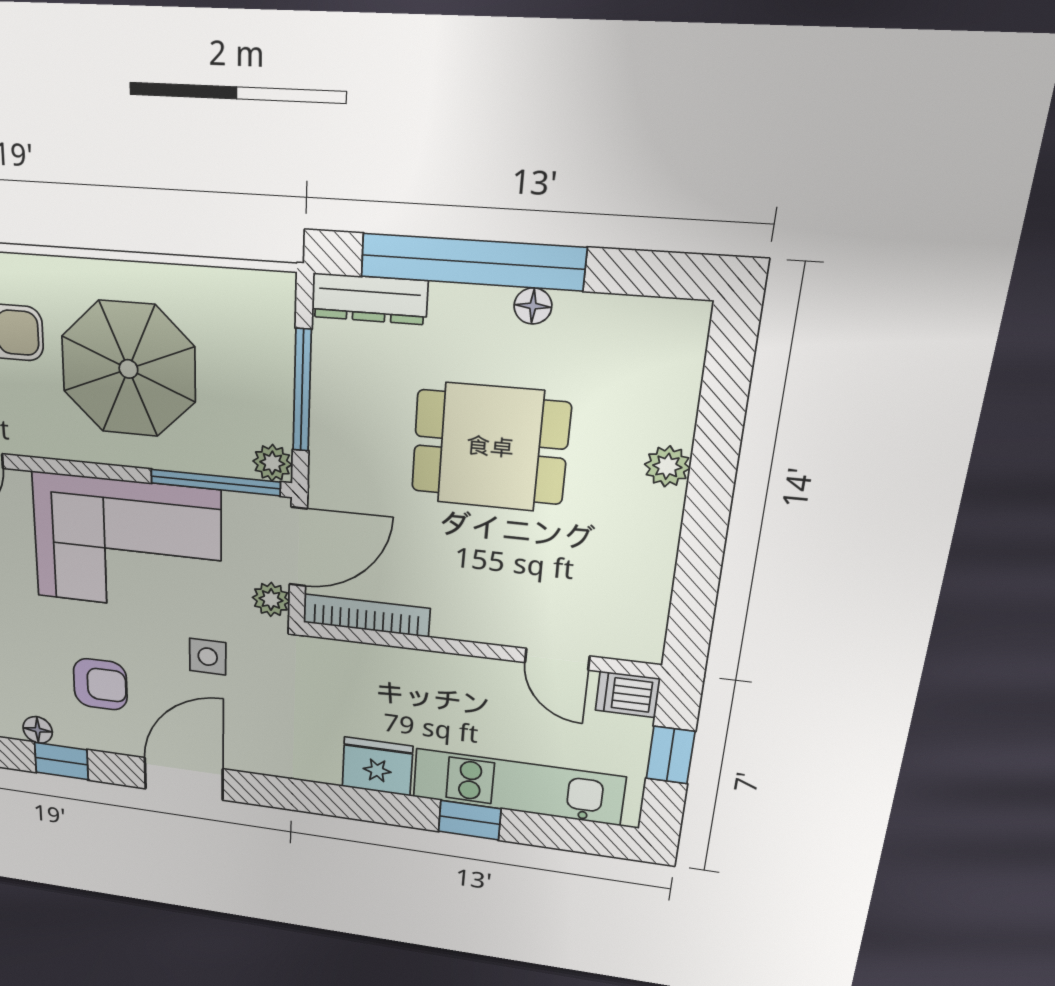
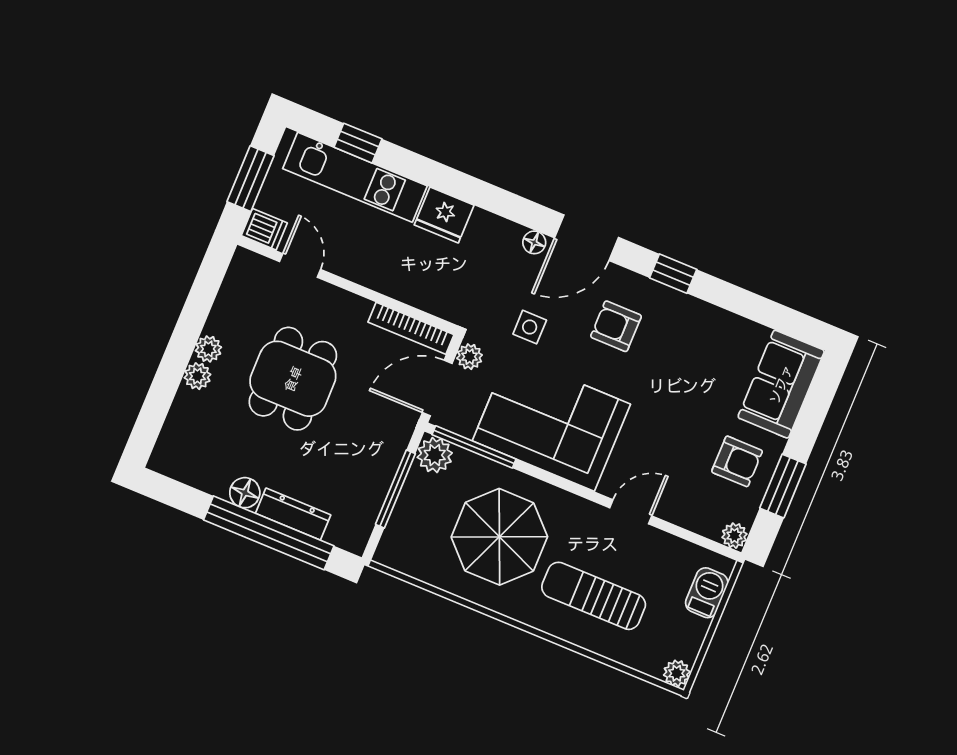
dresser: (369, 299) -> (293, 514), moved
floor lamp: (533, 306) -> (245, 493), width x1.37, depth x1.37
dining table: (490, 447) -> (293, 379), moved, turned 90
plant: (272, 463) -> (435, 455), width x1.38, depth x1.38
plant: (662, 510) -> (208, 349), added
floor lamp: (38, 730) -> (534, 242), moved
window: (670, 755) -> (251, 179), width x1.50
window: (470, 820) -> (358, 143), moved

